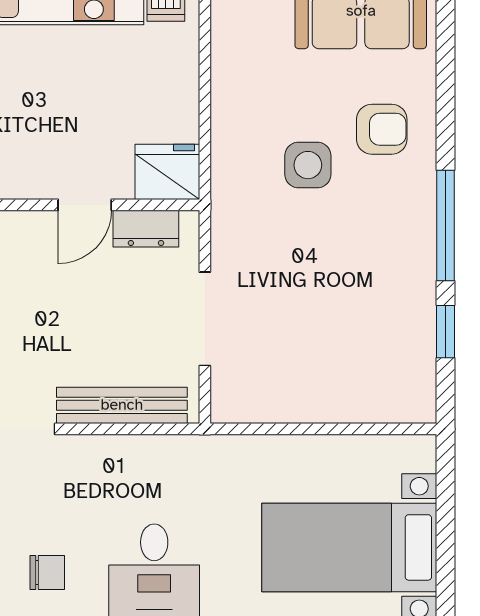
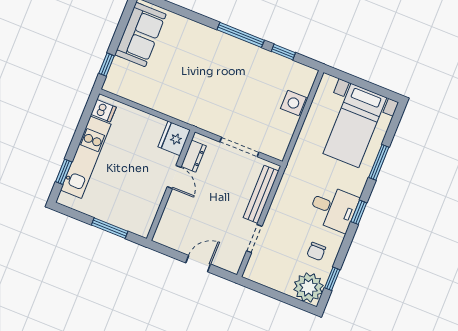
armchair: (382, 129) -> (192, 45), removed
side table: (308, 165) -> (293, 103), moved
chair: (47, 573) -> (316, 251), turned 180

